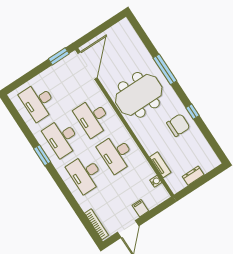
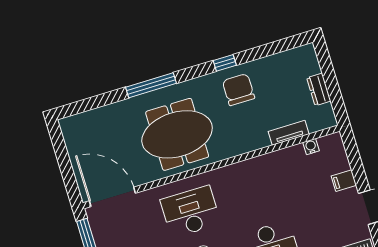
meeting table: (139, 95) -> (177, 134), turned 90
desk: (93, 117) -> (191, 212), turned 180
desk: (116, 154) -> (253, 193), removed

